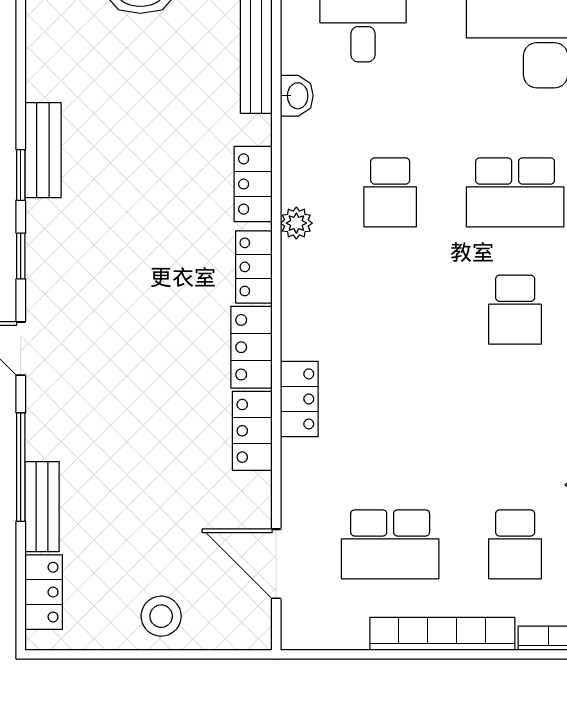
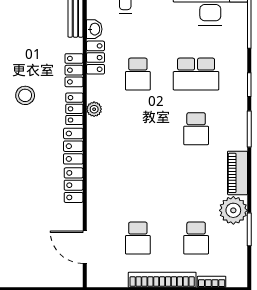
plant: (296, 223) -> (94, 109), moved
locker: (299, 399) -> (96, 58), moved
school desk: (390, 544) -> (138, 238), width x0.54
stool: (161, 616) -> (25, 95), moved

